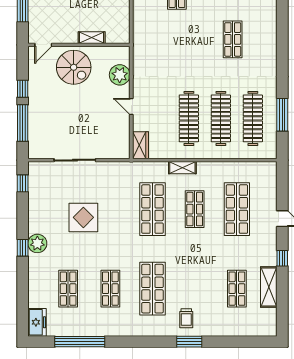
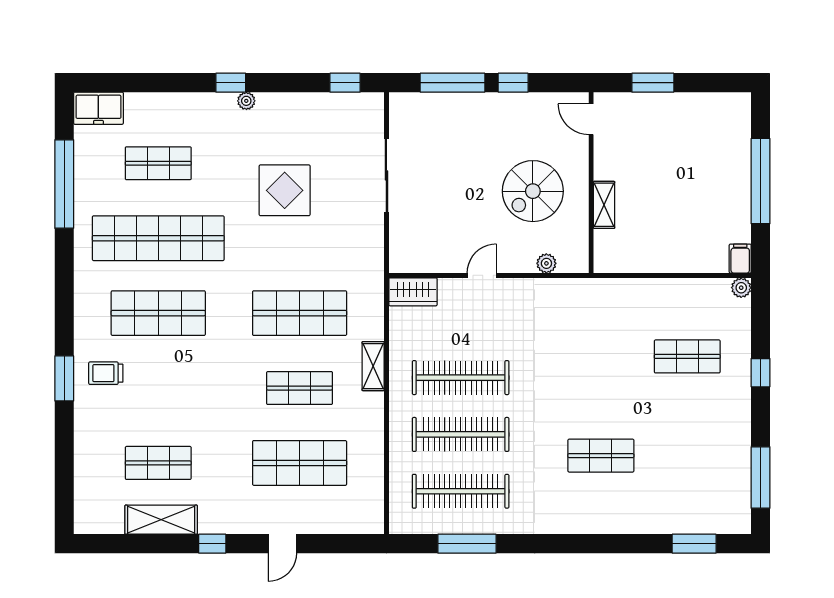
spiral stairs: (74, 67) -> (533, 191), moved
plant: (120, 75) -> (546, 263), width x0.53, depth x0.53
plant: (37, 243) -> (246, 101), width x0.53, depth x0.53
shop shelf: (110, 289) -> (158, 238), width x2.00, depth x1.36

